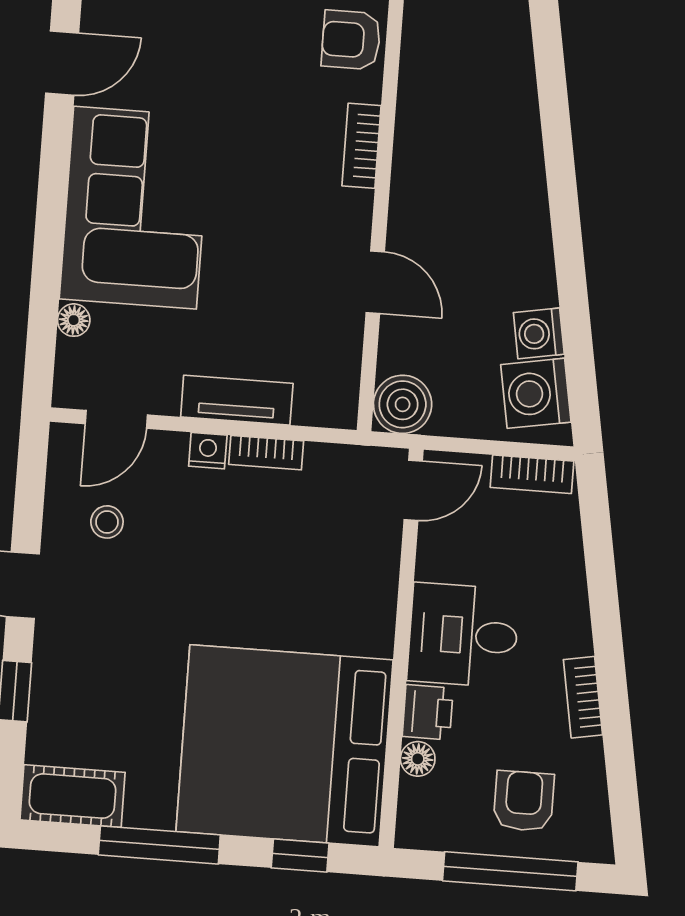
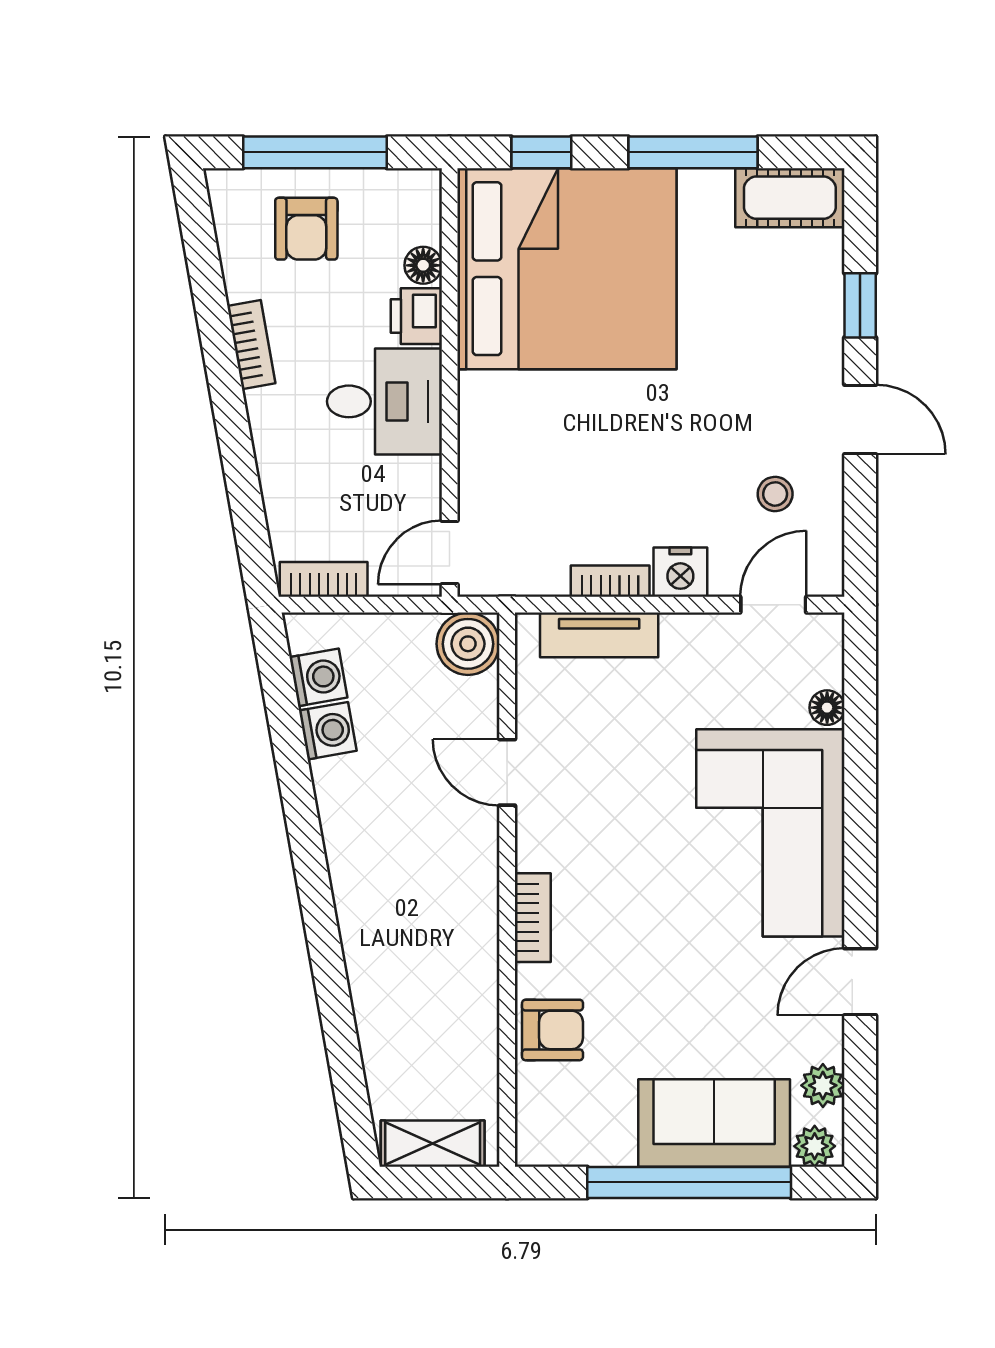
washing machine: (536, 393) -> (318, 677), width x0.73, depth x0.73
tv unit: (237, 400) -> (599, 635), moved
nightstand: (208, 451) -> (680, 572), width x1.39, depth x1.35

